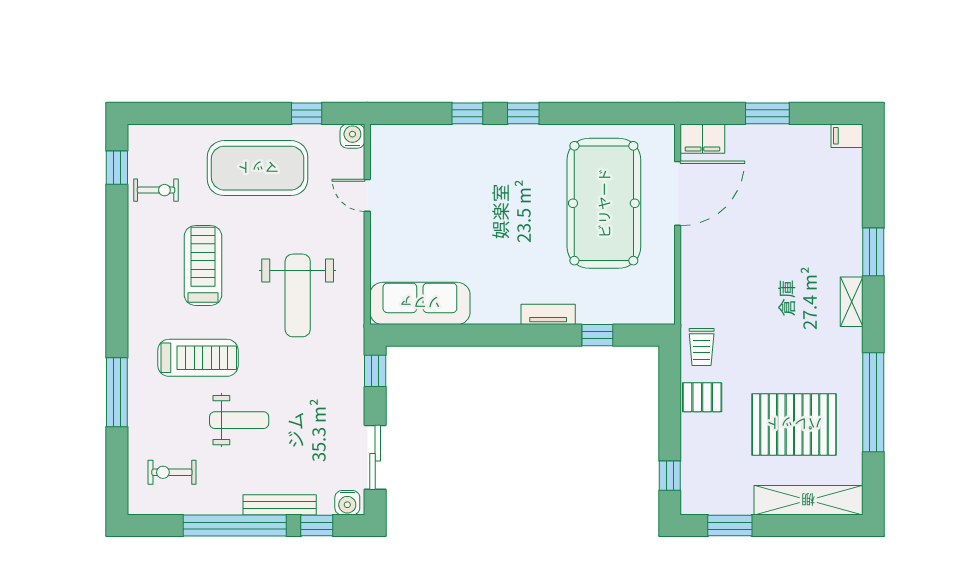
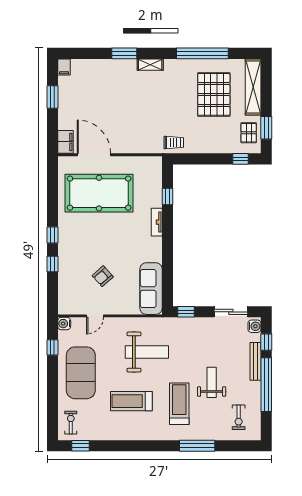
window: (767, 113) -> (52, 97), moved
exercise bike: (156, 190) -> (71, 423), moved
armchair: (444, 210) -> (103, 276), added
pallet: (702, 397) -> (249, 133), moved

